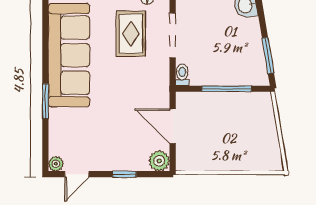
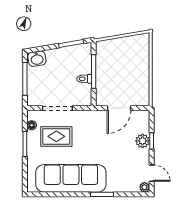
toilet: (182, 75) -> (84, 79), moved
plant: (159, 161) -> (143, 141), moved

